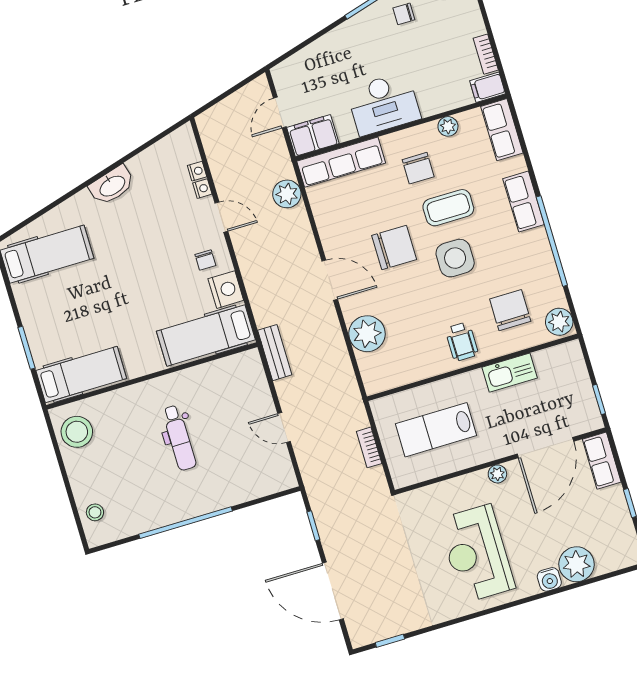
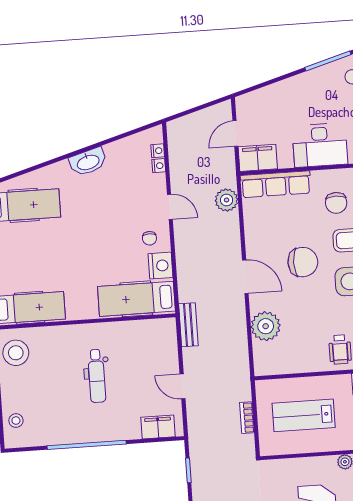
nightstand: (202, 189) -> (158, 151), moved
filing cabinet: (266, 482) -> (158, 427), added

